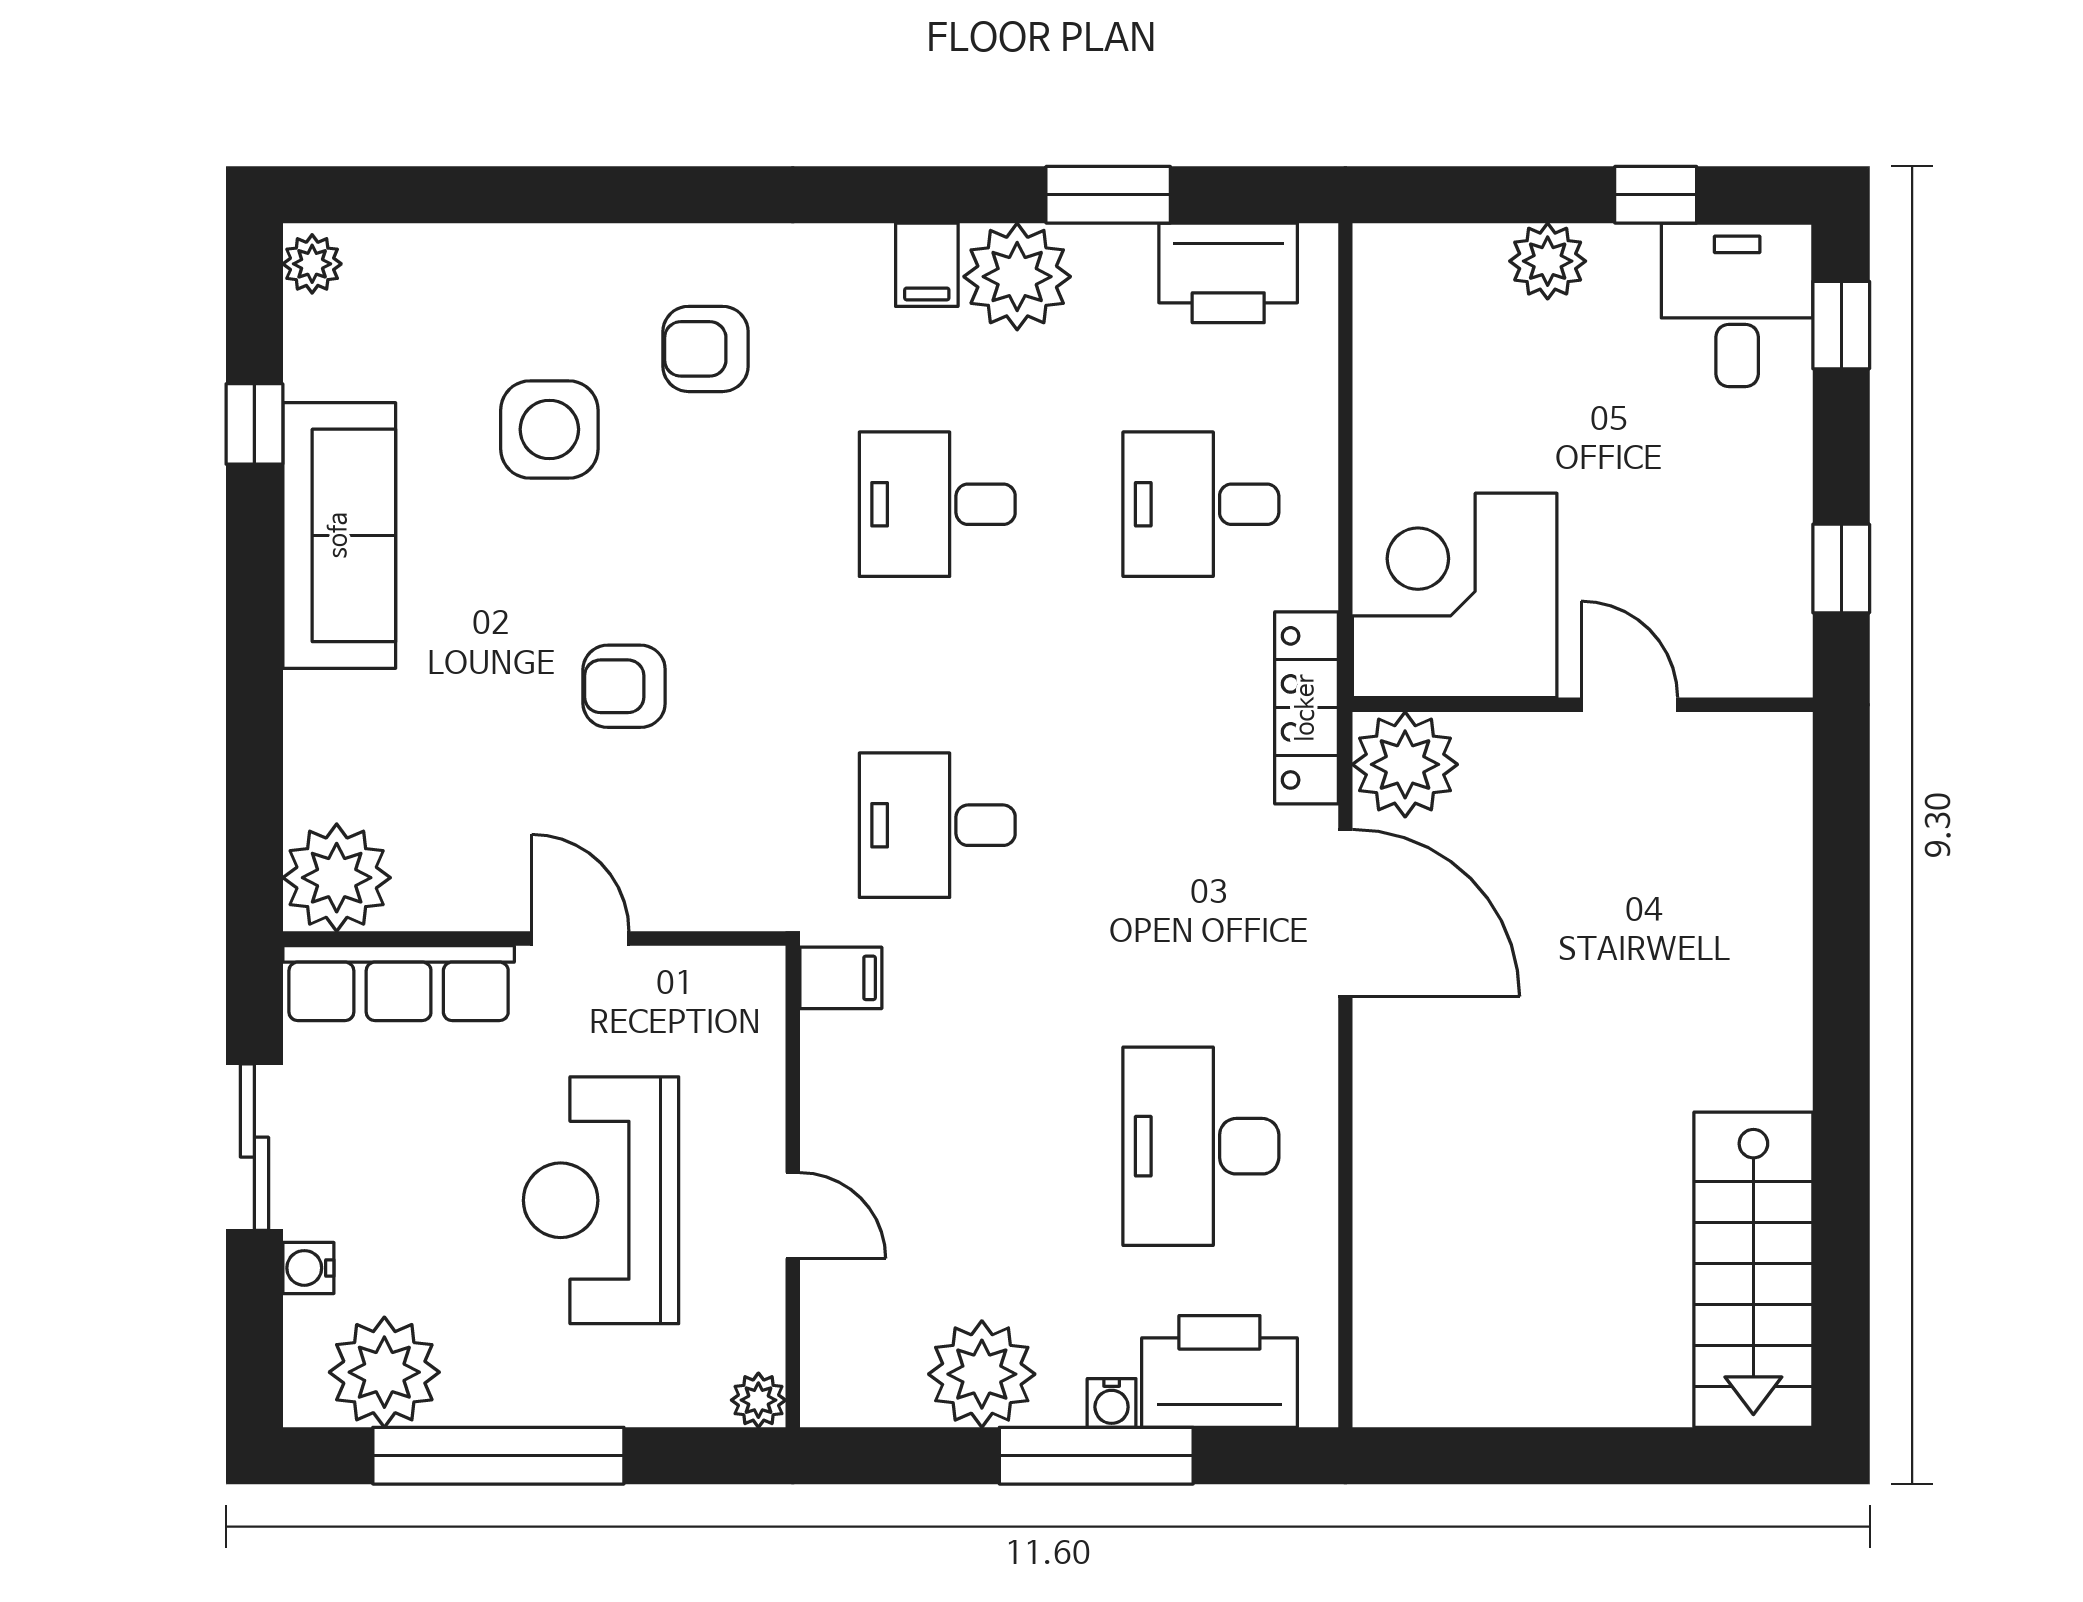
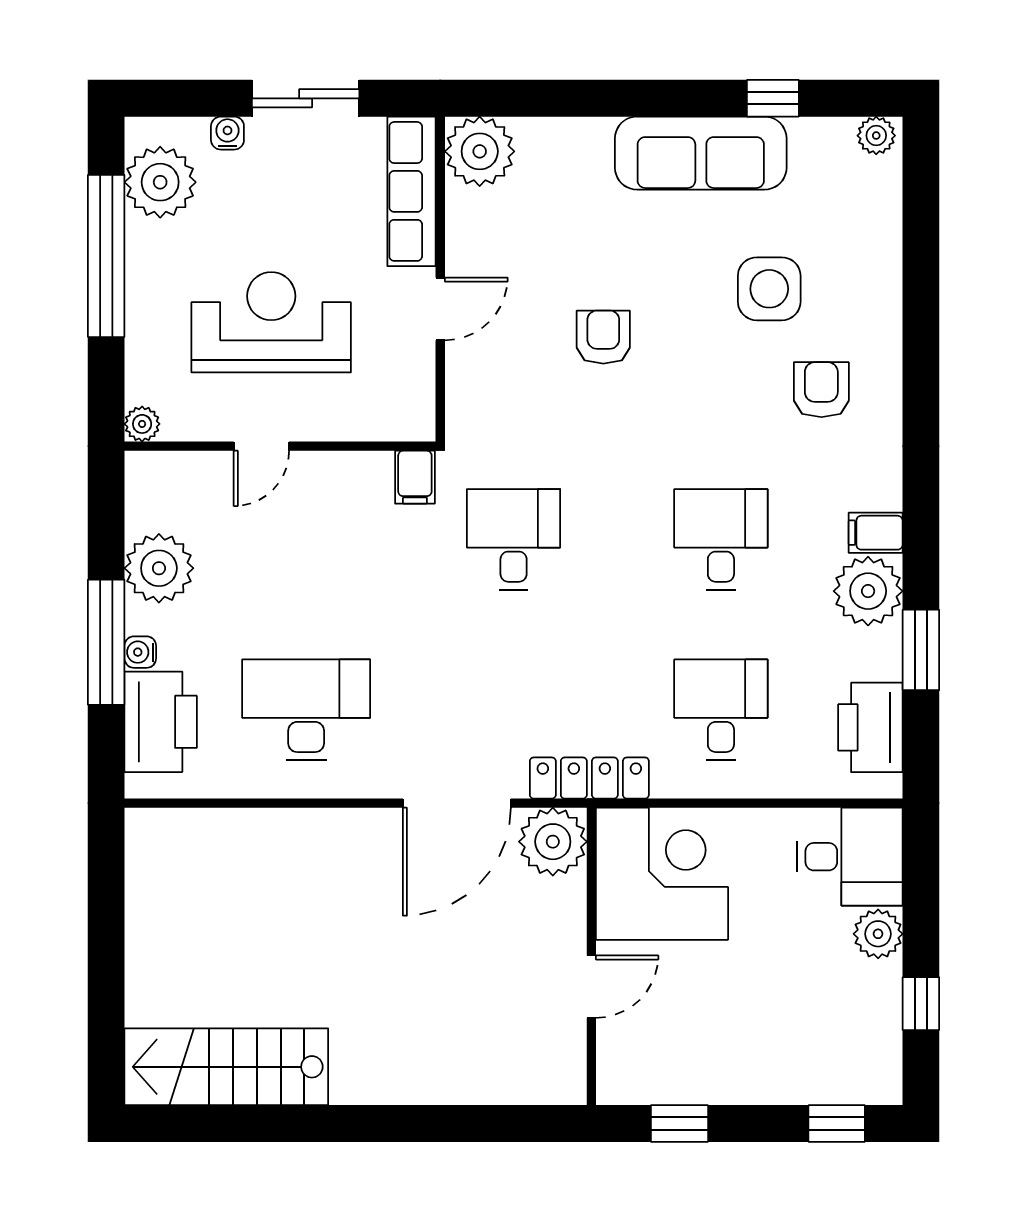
desk: (1737, 305) -> (850, 857), moved

